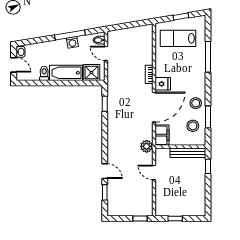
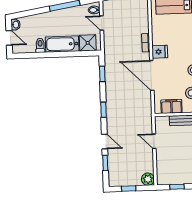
washing machine: (72, 42) -> (67, 13), removed
door: (154, 107) -> (152, 75), swing flipped
filing cabinet: (162, 135) -> (171, 106), moved, turned -90
window: (105, 139) -> (103, 110), added
plant: (147, 146) -> (148, 179), moved
window: (140, 219) -> (129, 188), moved

